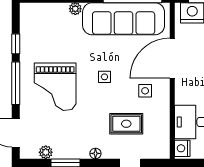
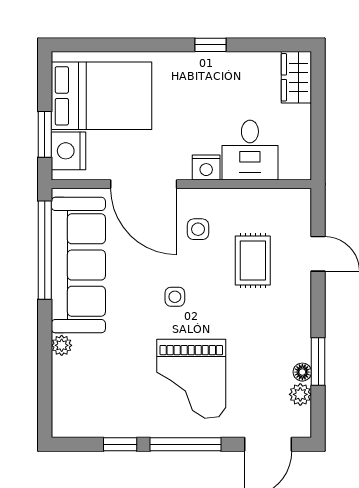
grand piano: (55, 87) -> (191, 379), turned 90
nightstand: (182, 148) -> (206, 168), moved
floor lamp: (95, 153) -> (302, 372), moved

